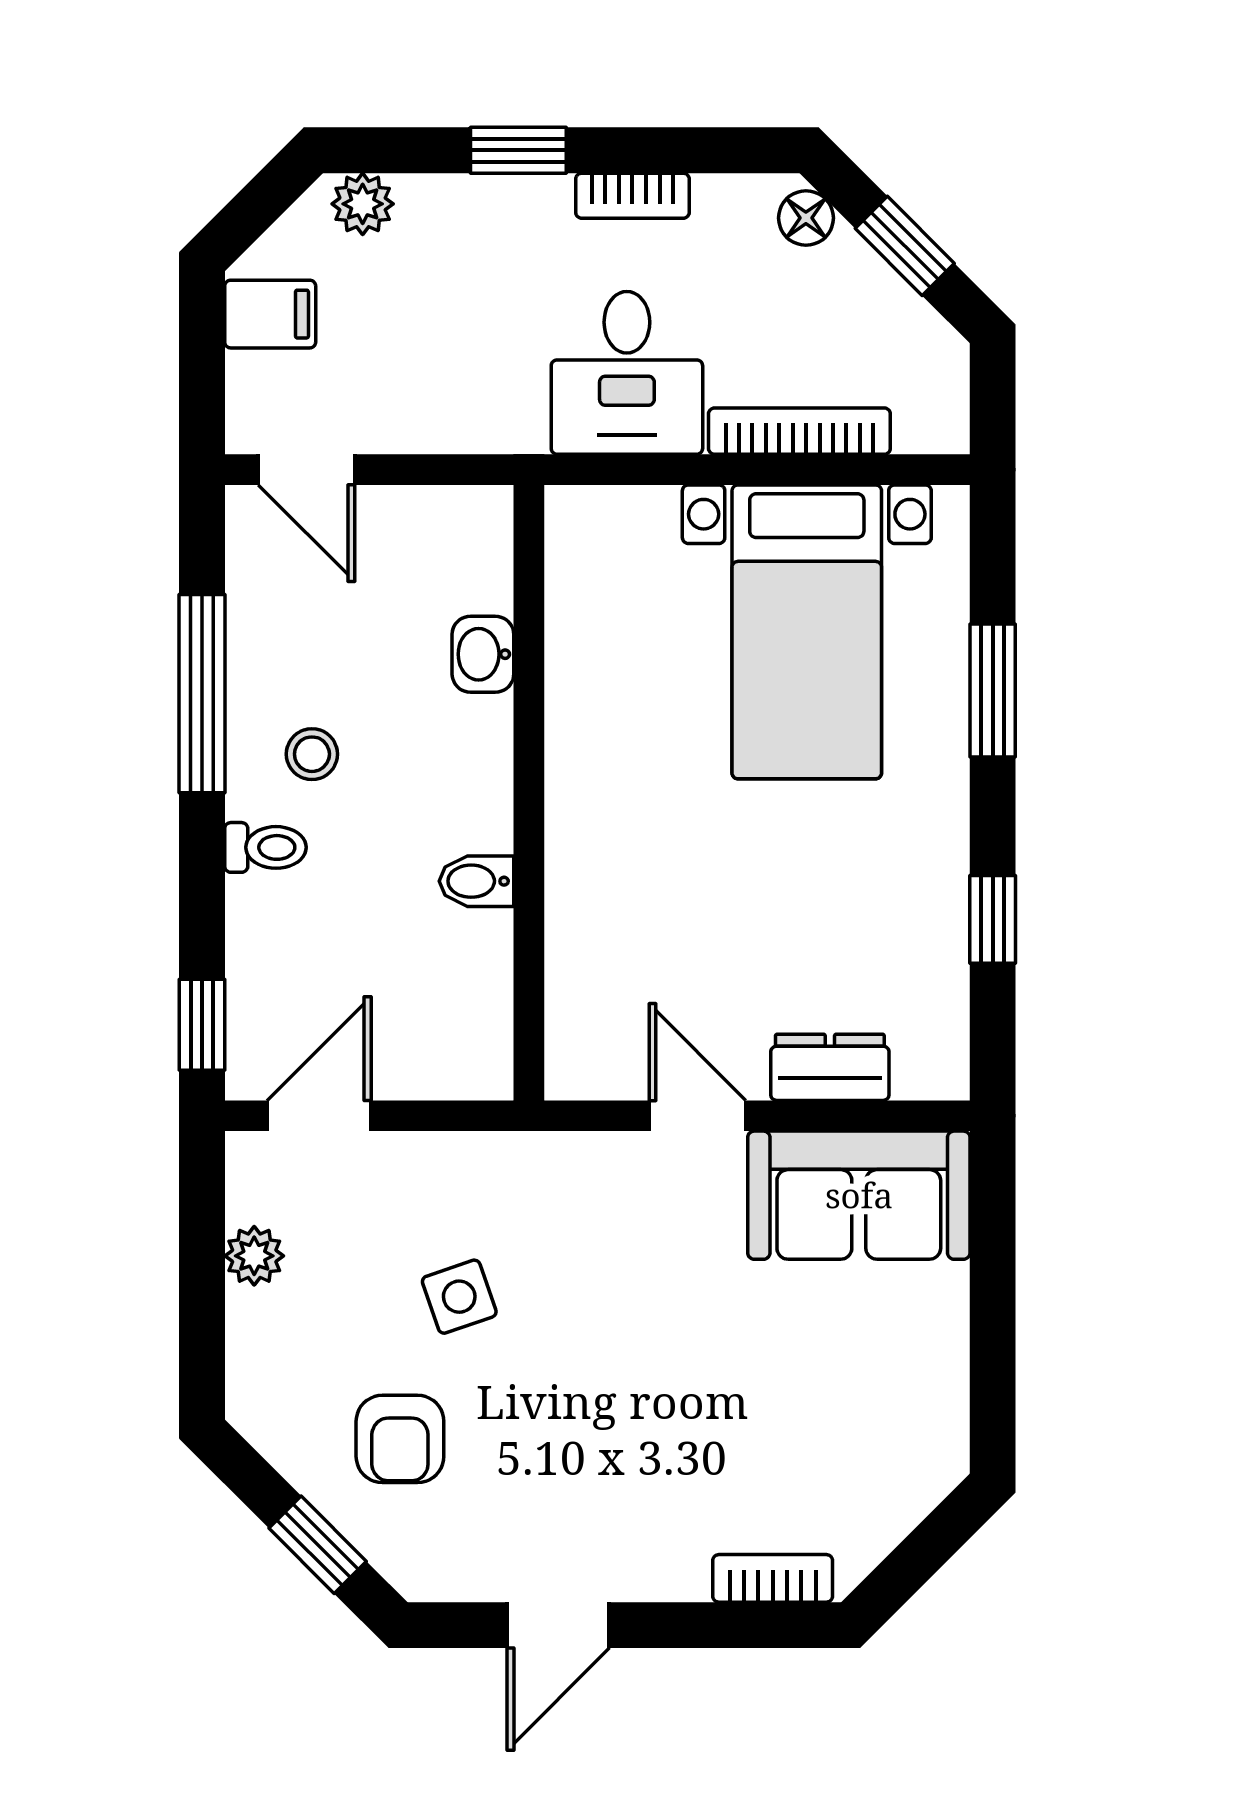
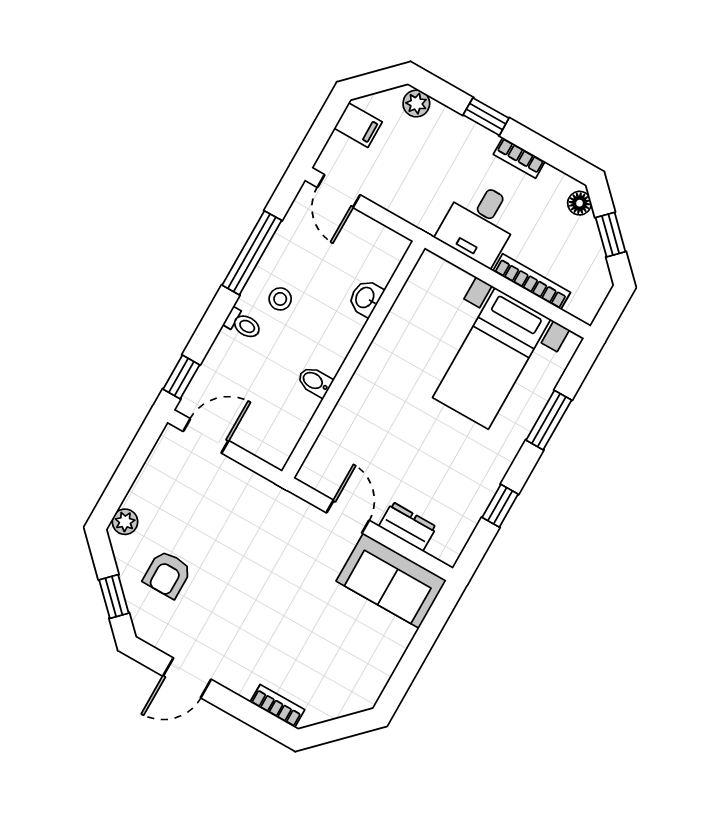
plant: (254, 1256) -> (125, 522), moved
side table: (459, 1297) -> (220, 534), removed

